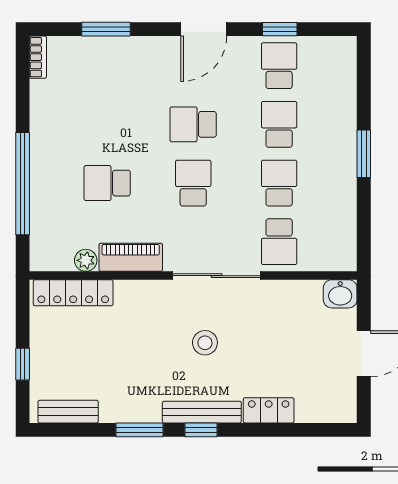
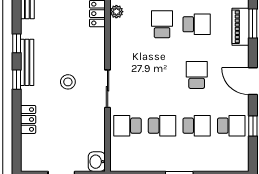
school desk: (193, 183) -> (197, 24), moved
piano: (131, 257) -> (240, 27), moved, turned 180
sliding door: (217, 276) -> (108, 89), width x0.73
bench: (202, 412) -> (27, 62), moved
window: (139, 430) -> (17, 43), width x0.67

